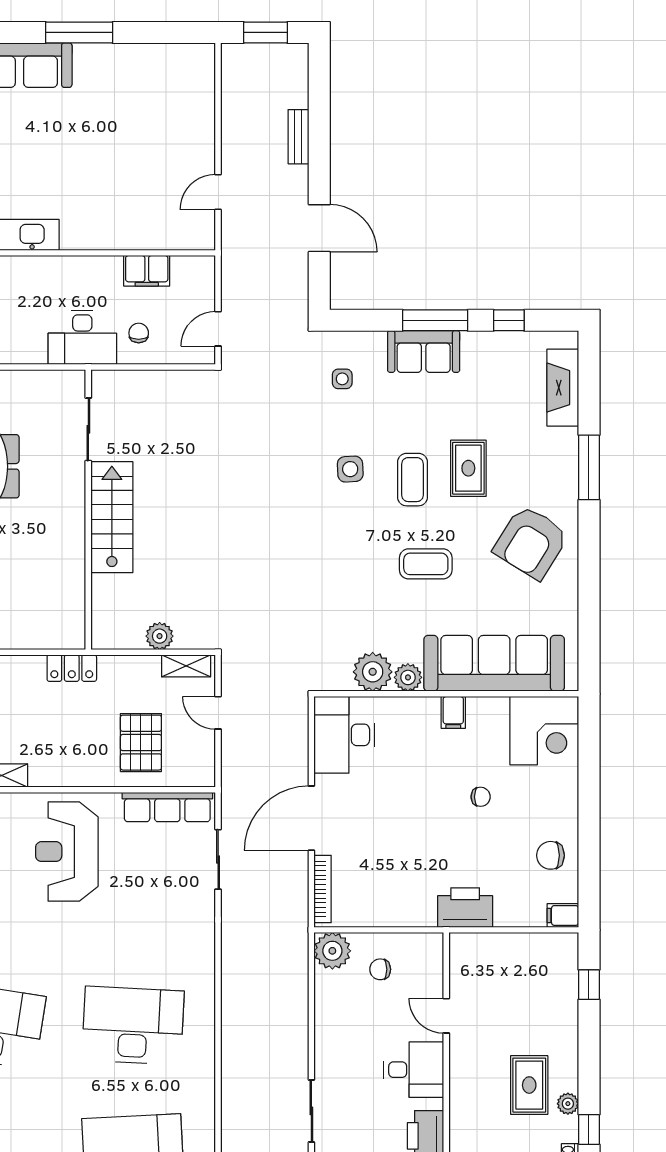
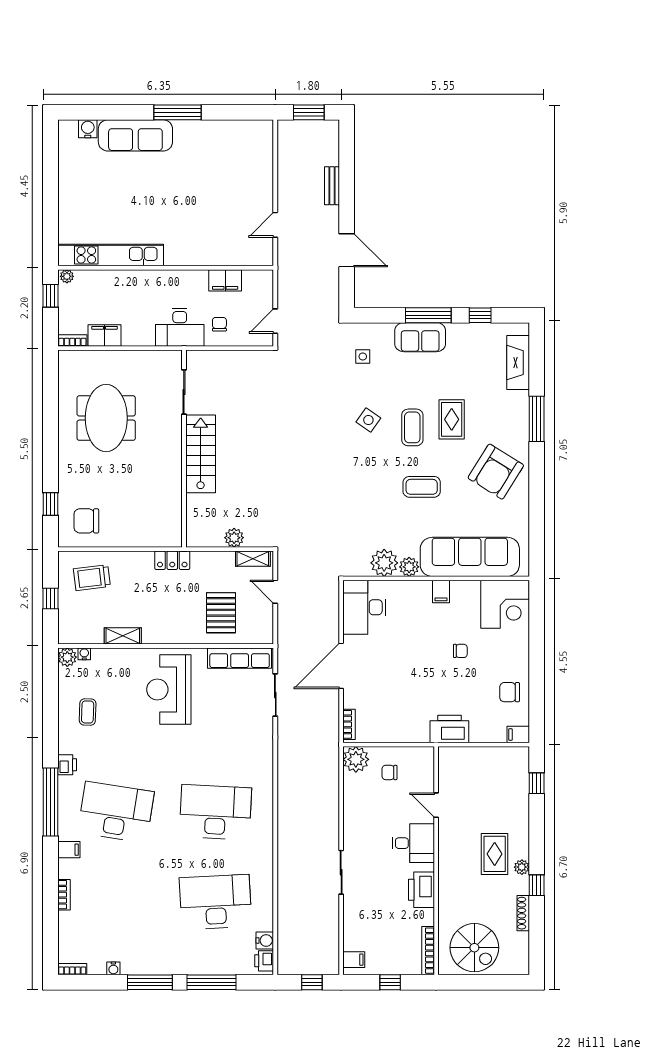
side table: (350, 469) -> (368, 420), turned 38
bookcase: (323, 889) -> (349, 724), width x0.64

